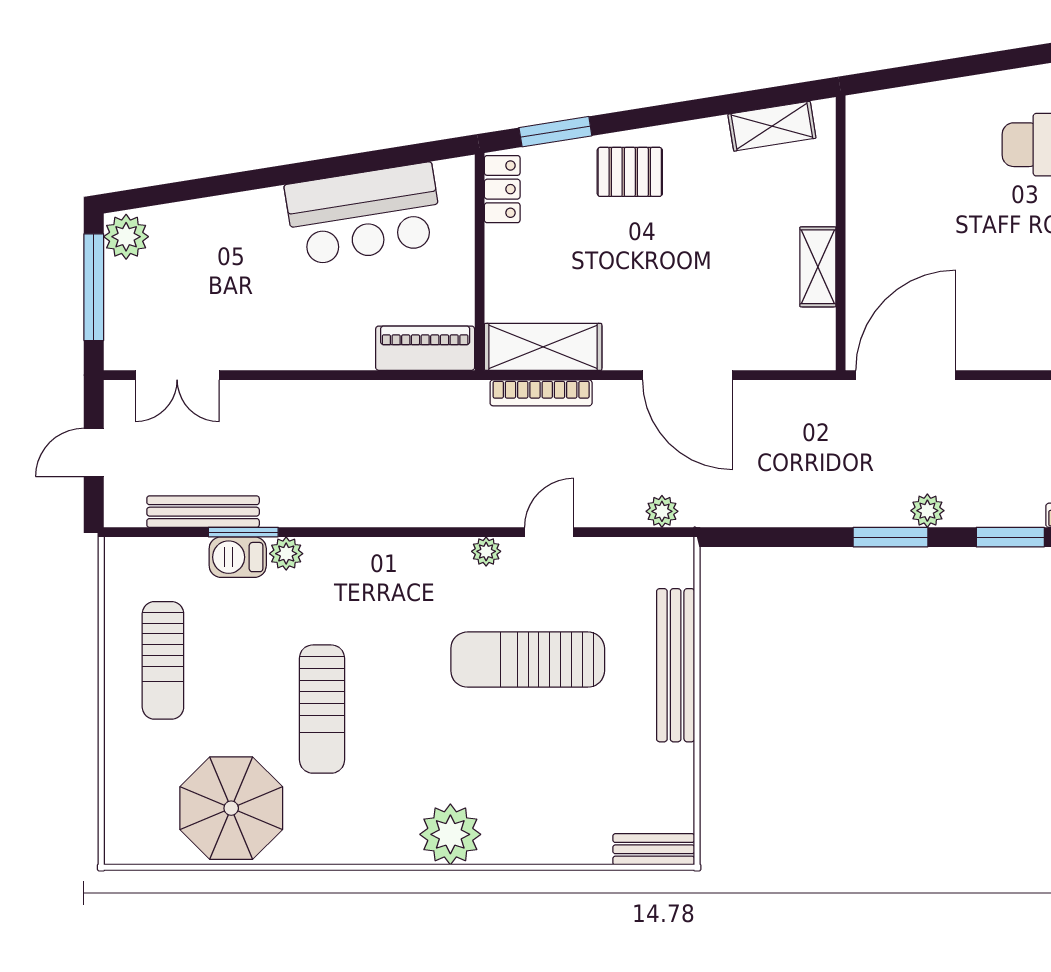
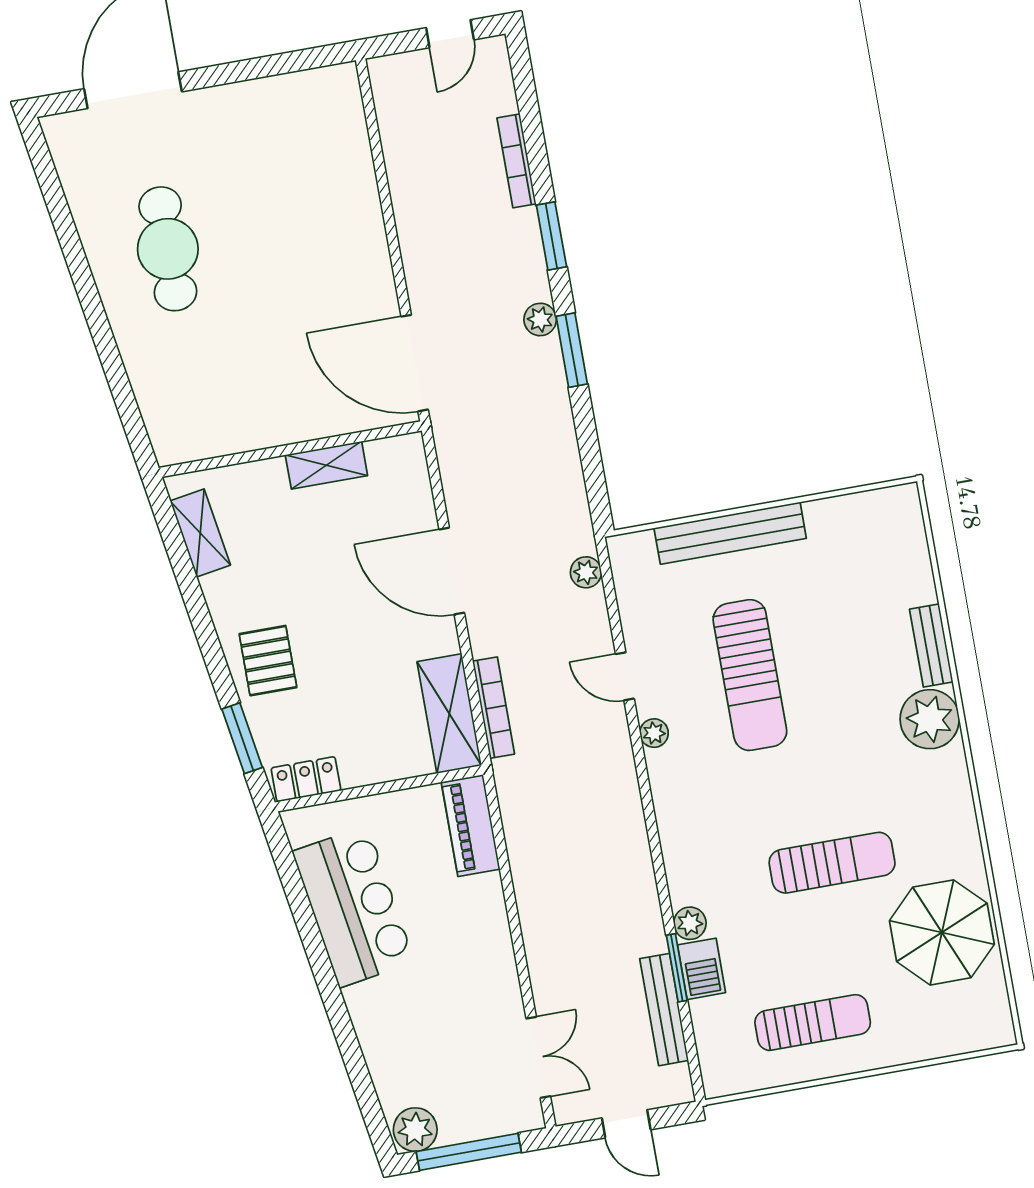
door: (688, 375) -> (452, 571), swing flipped
bench: (654, 849) -> (931, 646), moved

